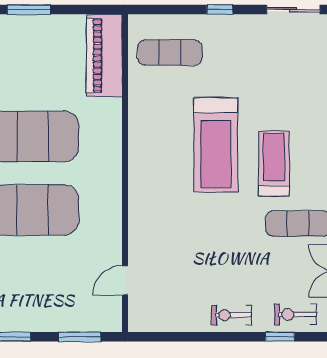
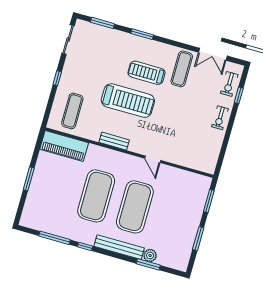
bench: (138, 141) -> (114, 141), added
door: (125, 280) -> (153, 159), moved

